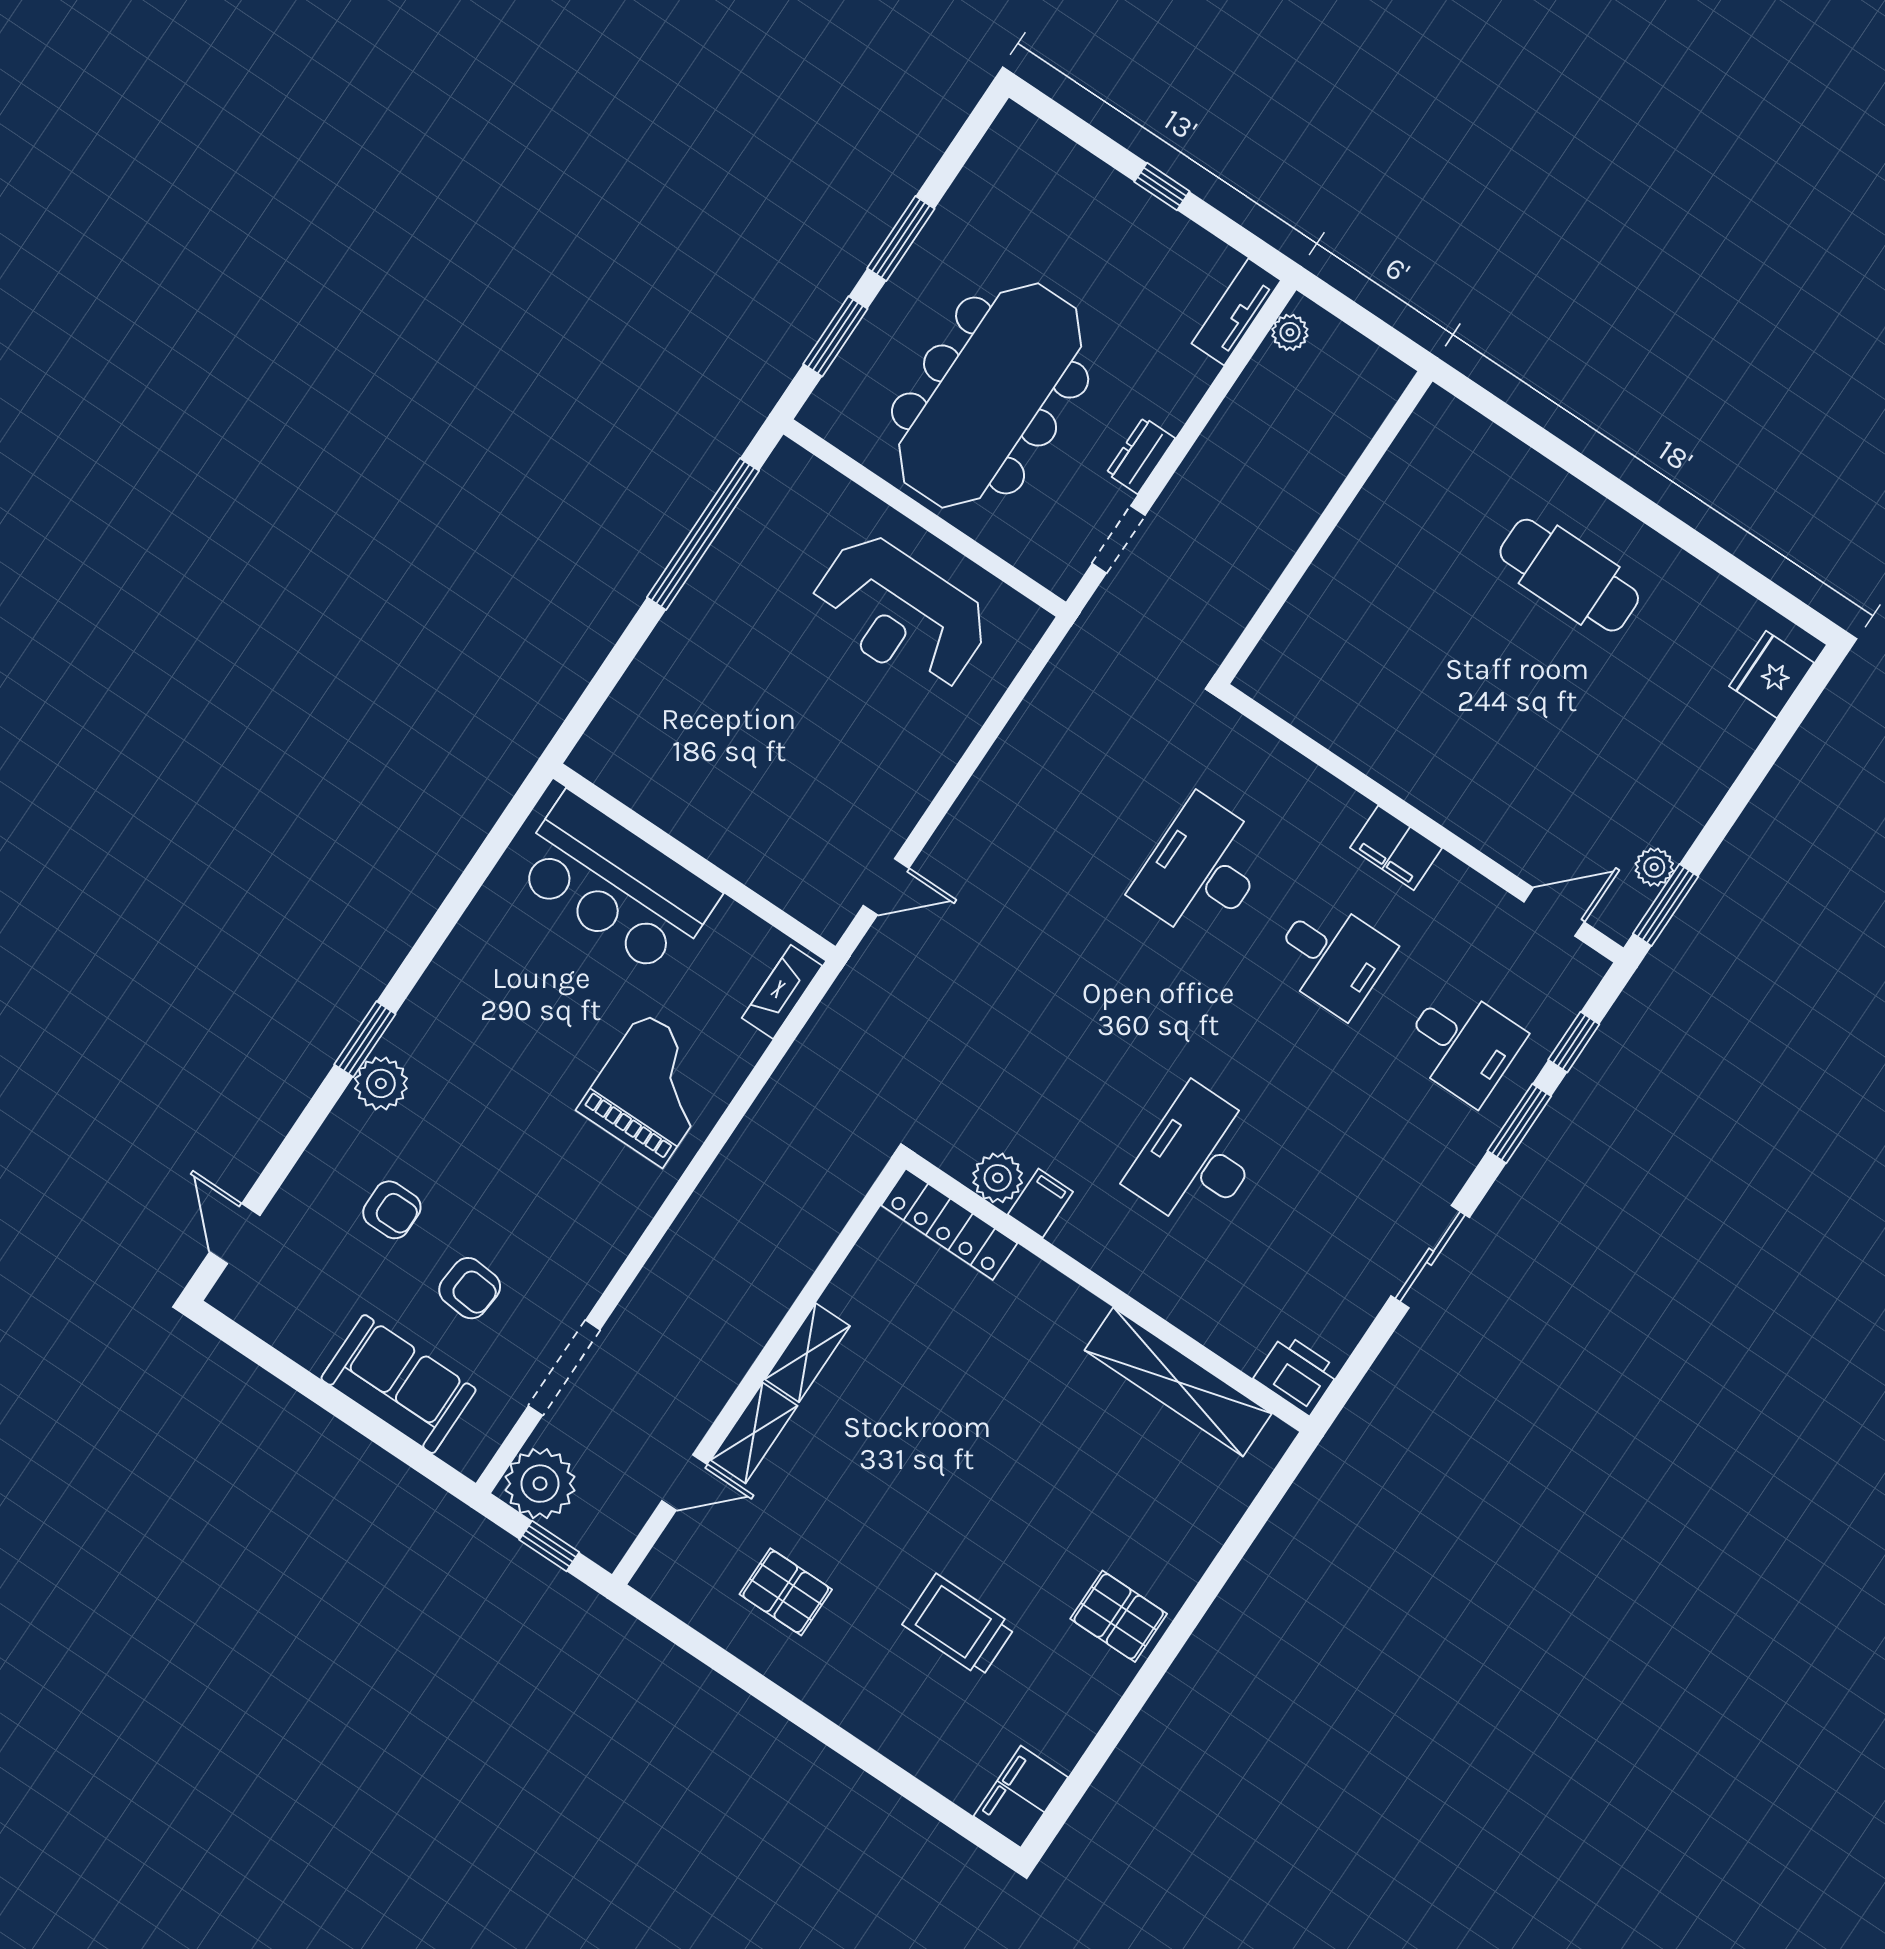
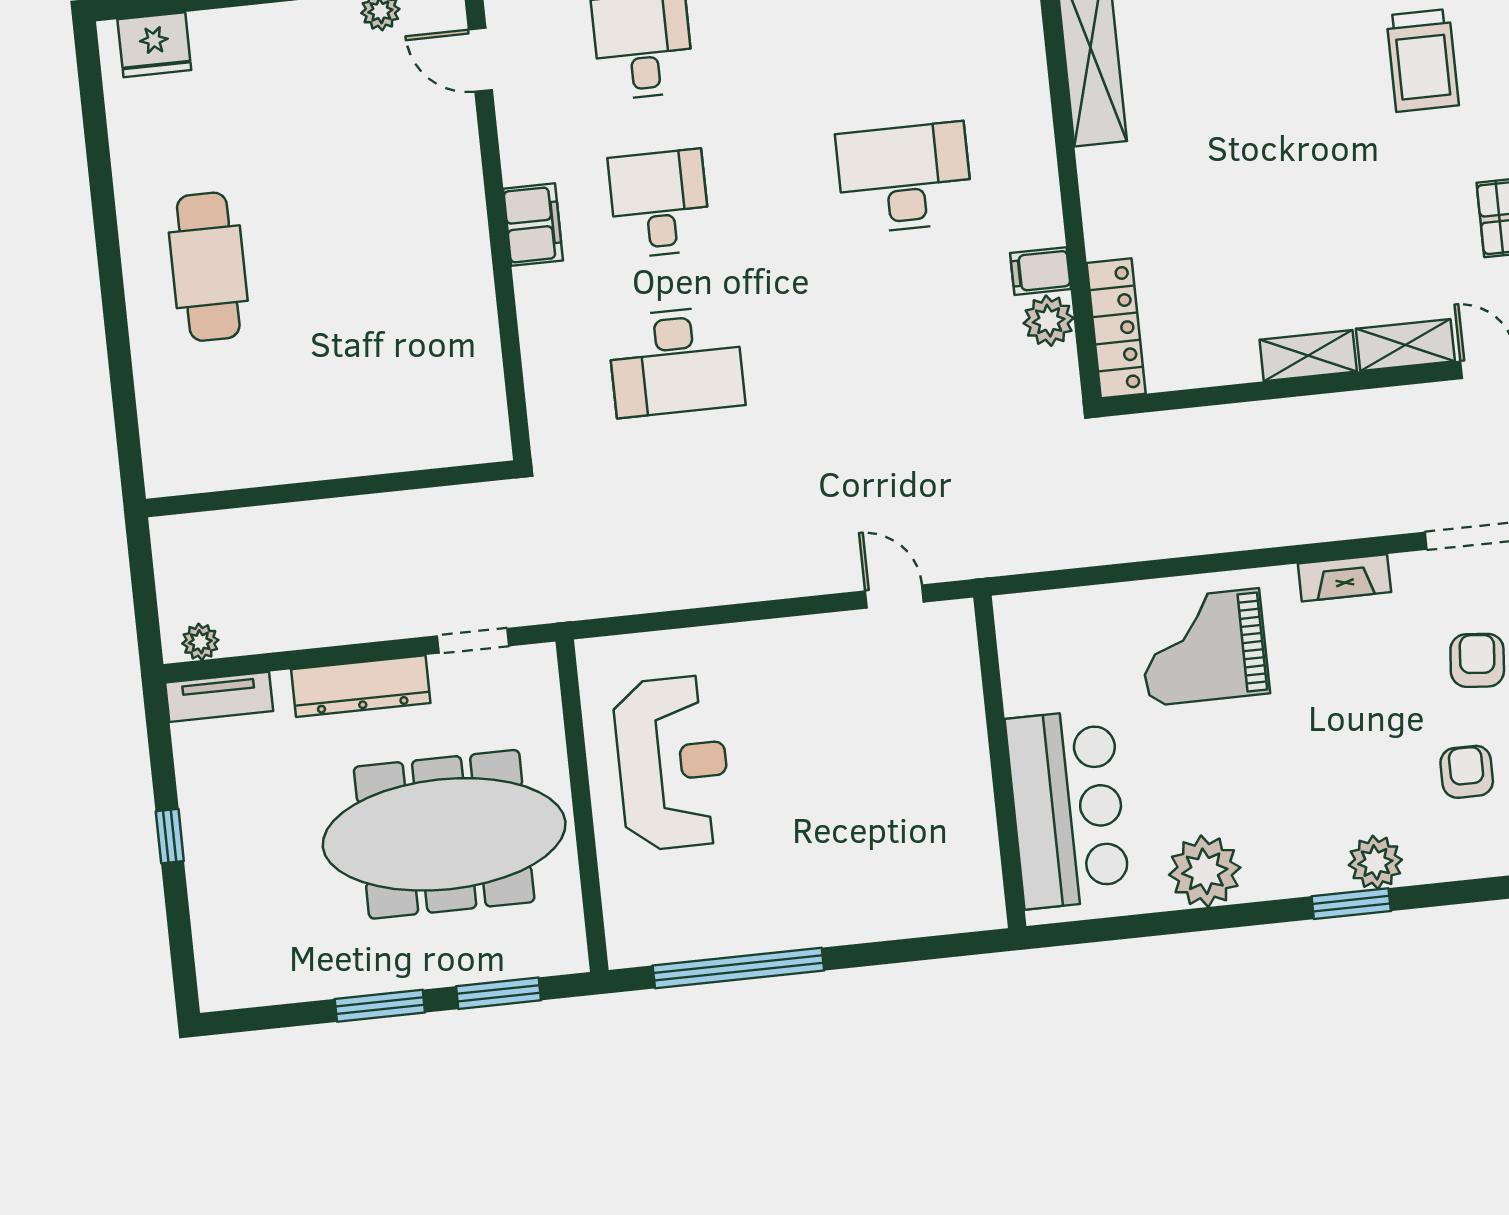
dresser: (1141, 456) -> (361, 686), width x1.96, depth x1.24
plant: (482, 949) -> (1205, 871), added
fireplace: (782, 992) -> (1344, 578), moved
desk: (1197, 1159) -> (904, 178), turned 180

